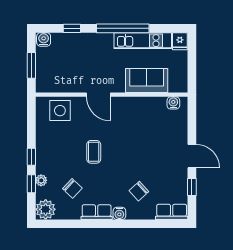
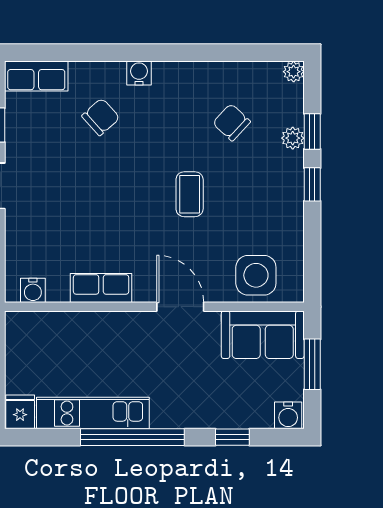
sofa: (147, 80) -> (263, 335), moved
plant: (46, 209) -> (294, 72), width x0.53, depth x0.53
row of seats: (97, 212) -> (101, 288), moved, turned 180

